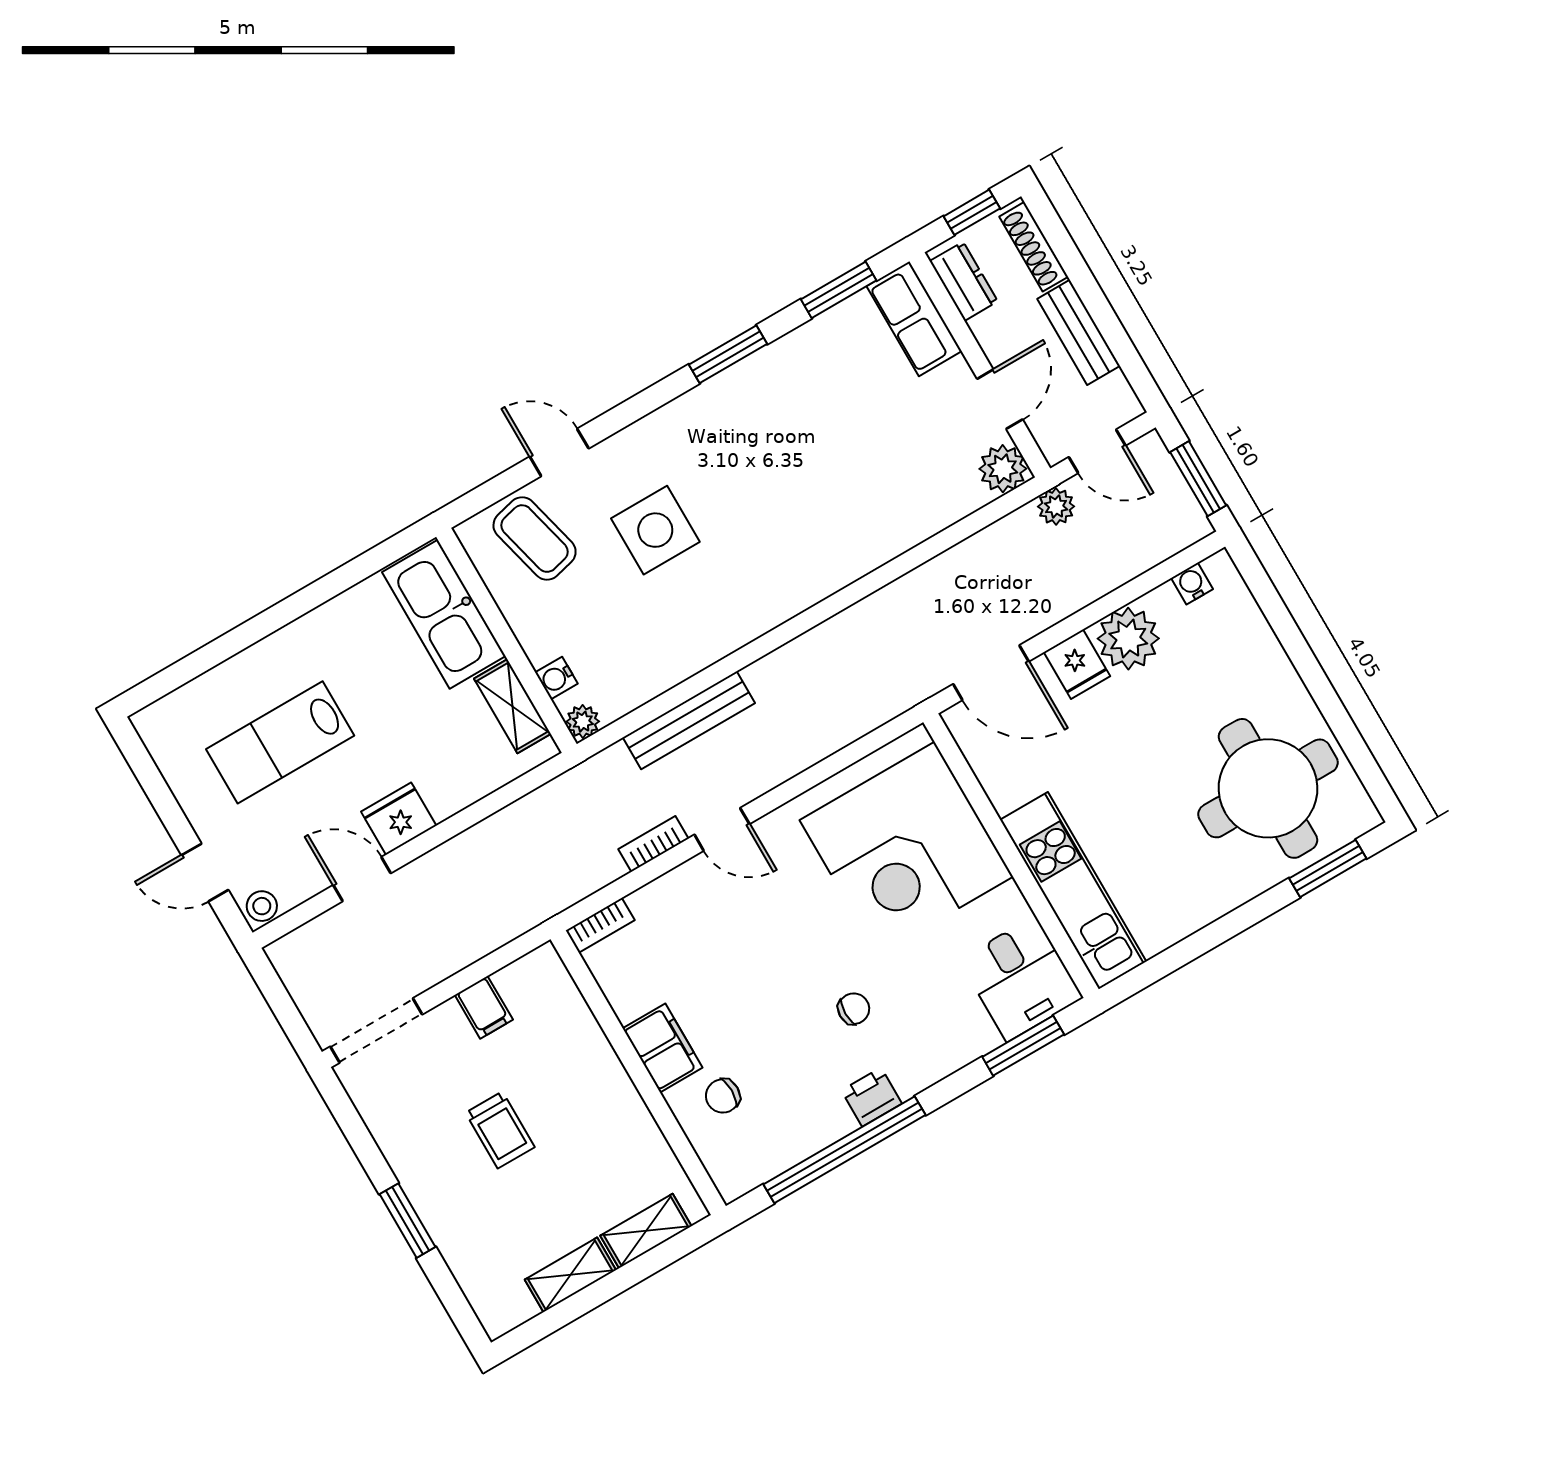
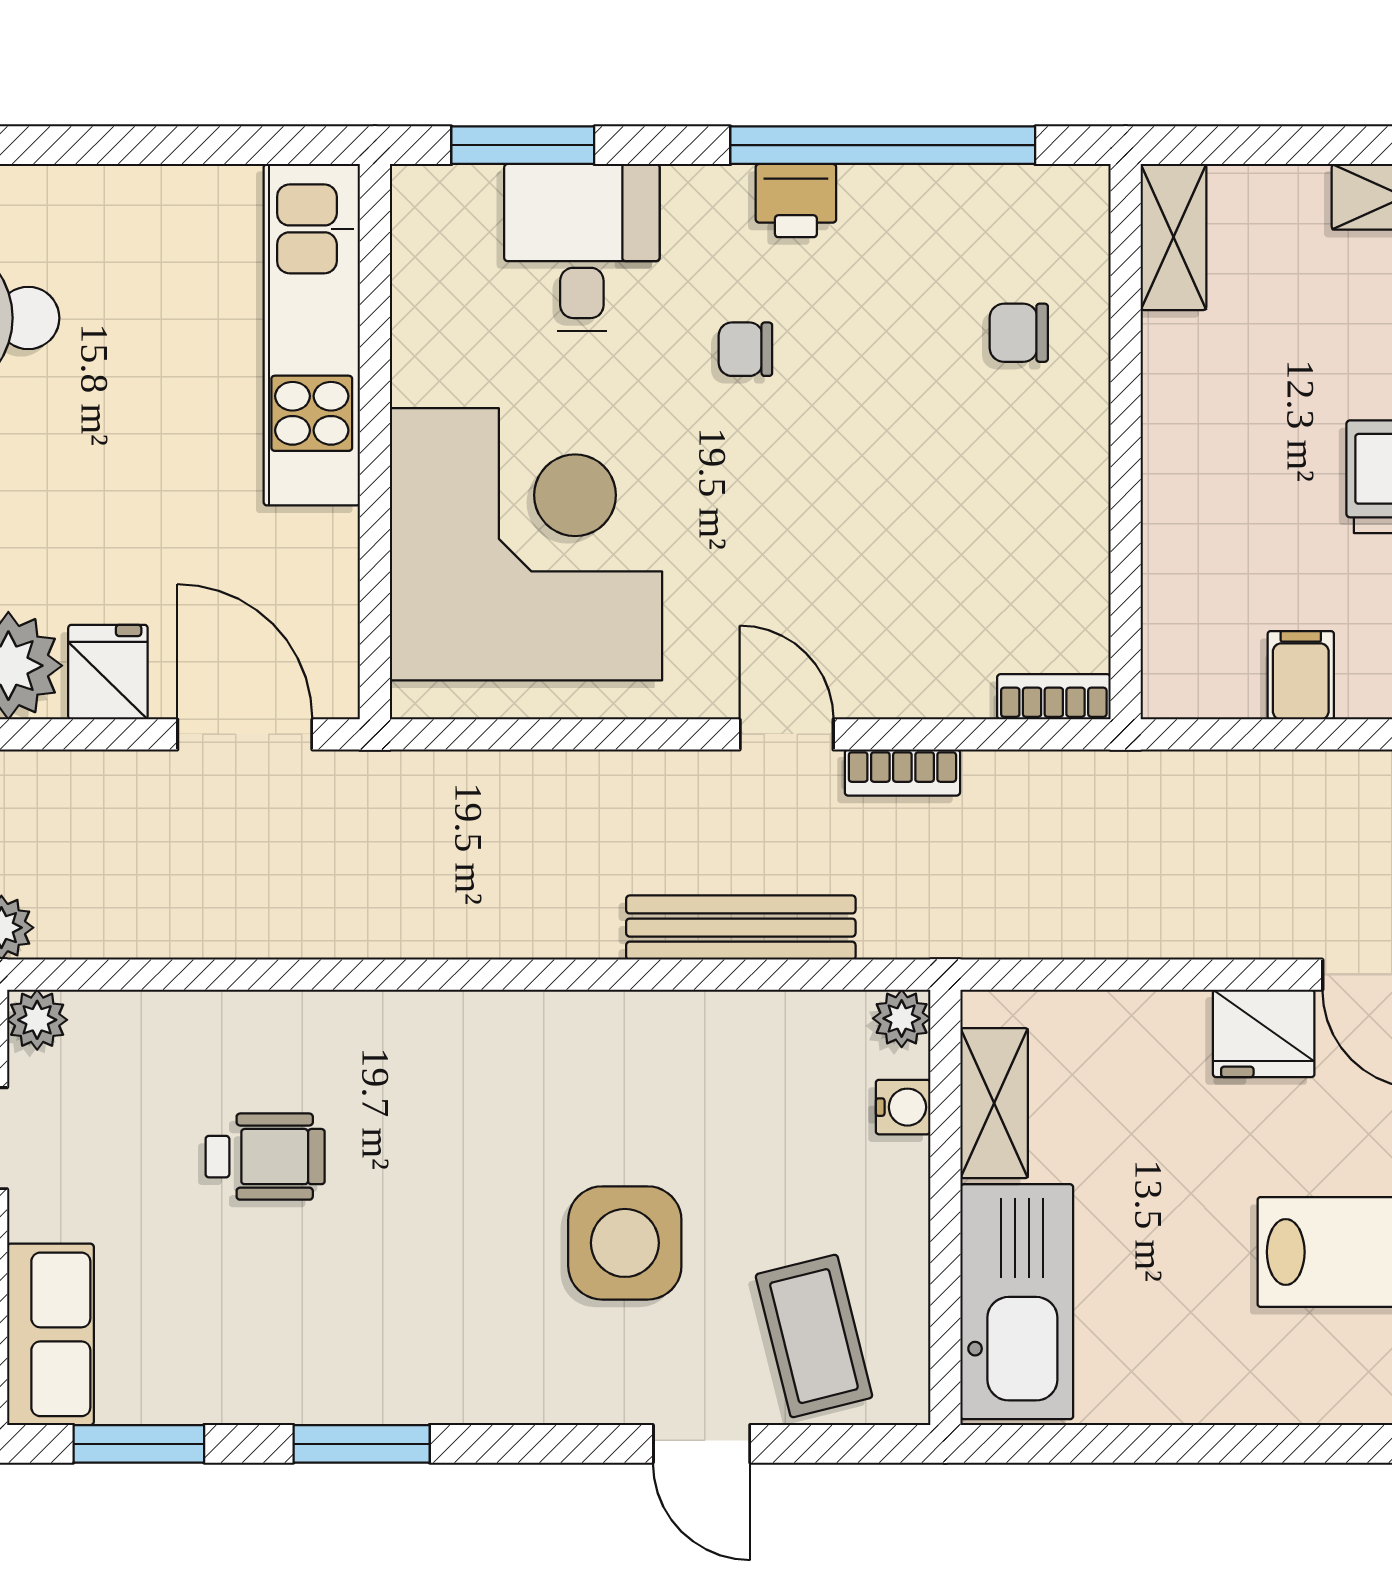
wheelchair: (859, 469) -> (265, 1157), added
plant: (1003, 469) -> (37, 1020), width x0.73, depth x0.73
desk: (1021, 979) -> (582, 248), moved
filing cabinet: (663, 1048) -> (1067, 458), removed
chair: (723, 1096) -> (1019, 333), turned 180
shelving: (646, 1231) -> (1173, 237), moved, turned 90

